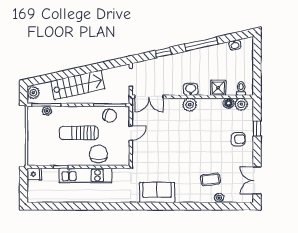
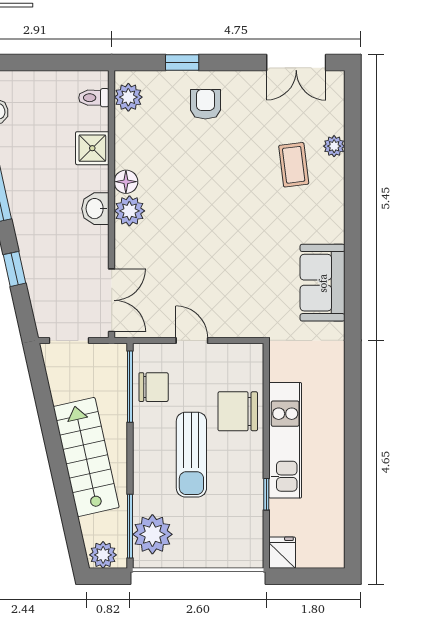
floor lamp: (229, 103) -> (126, 182), moved
plant: (47, 111) -> (152, 534), width x1.87, depth x1.87
chair: (110, 116) -> (154, 387), turned 69

